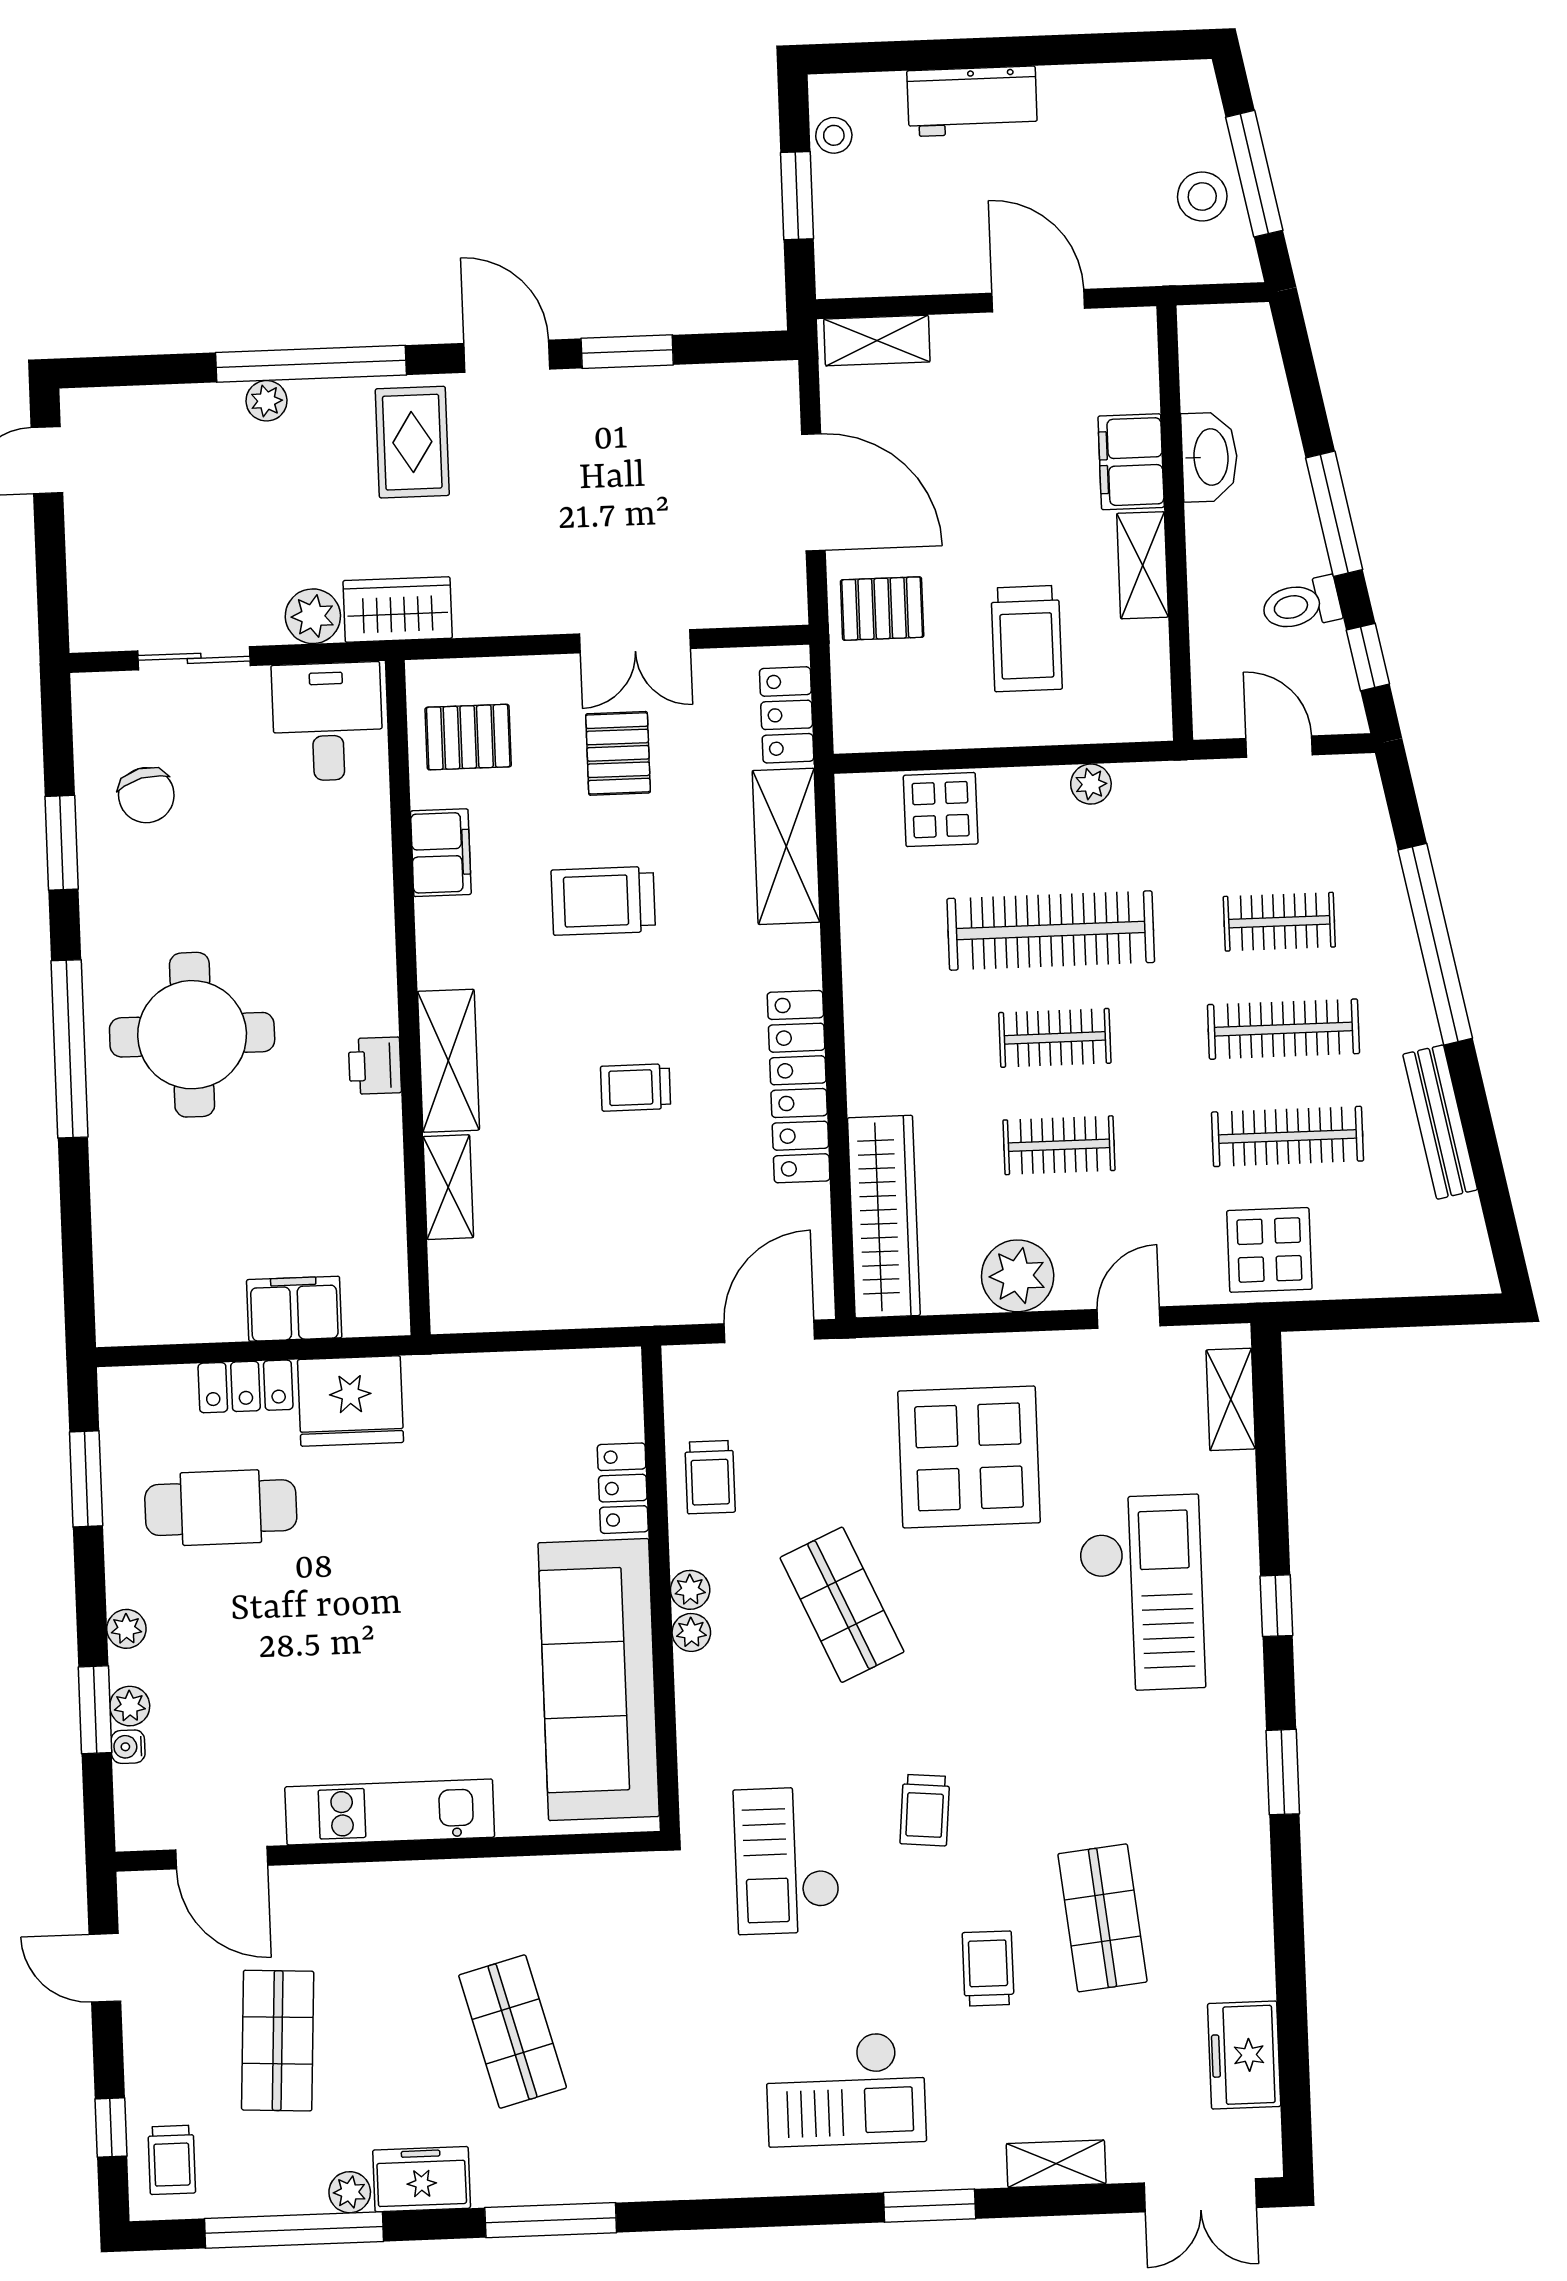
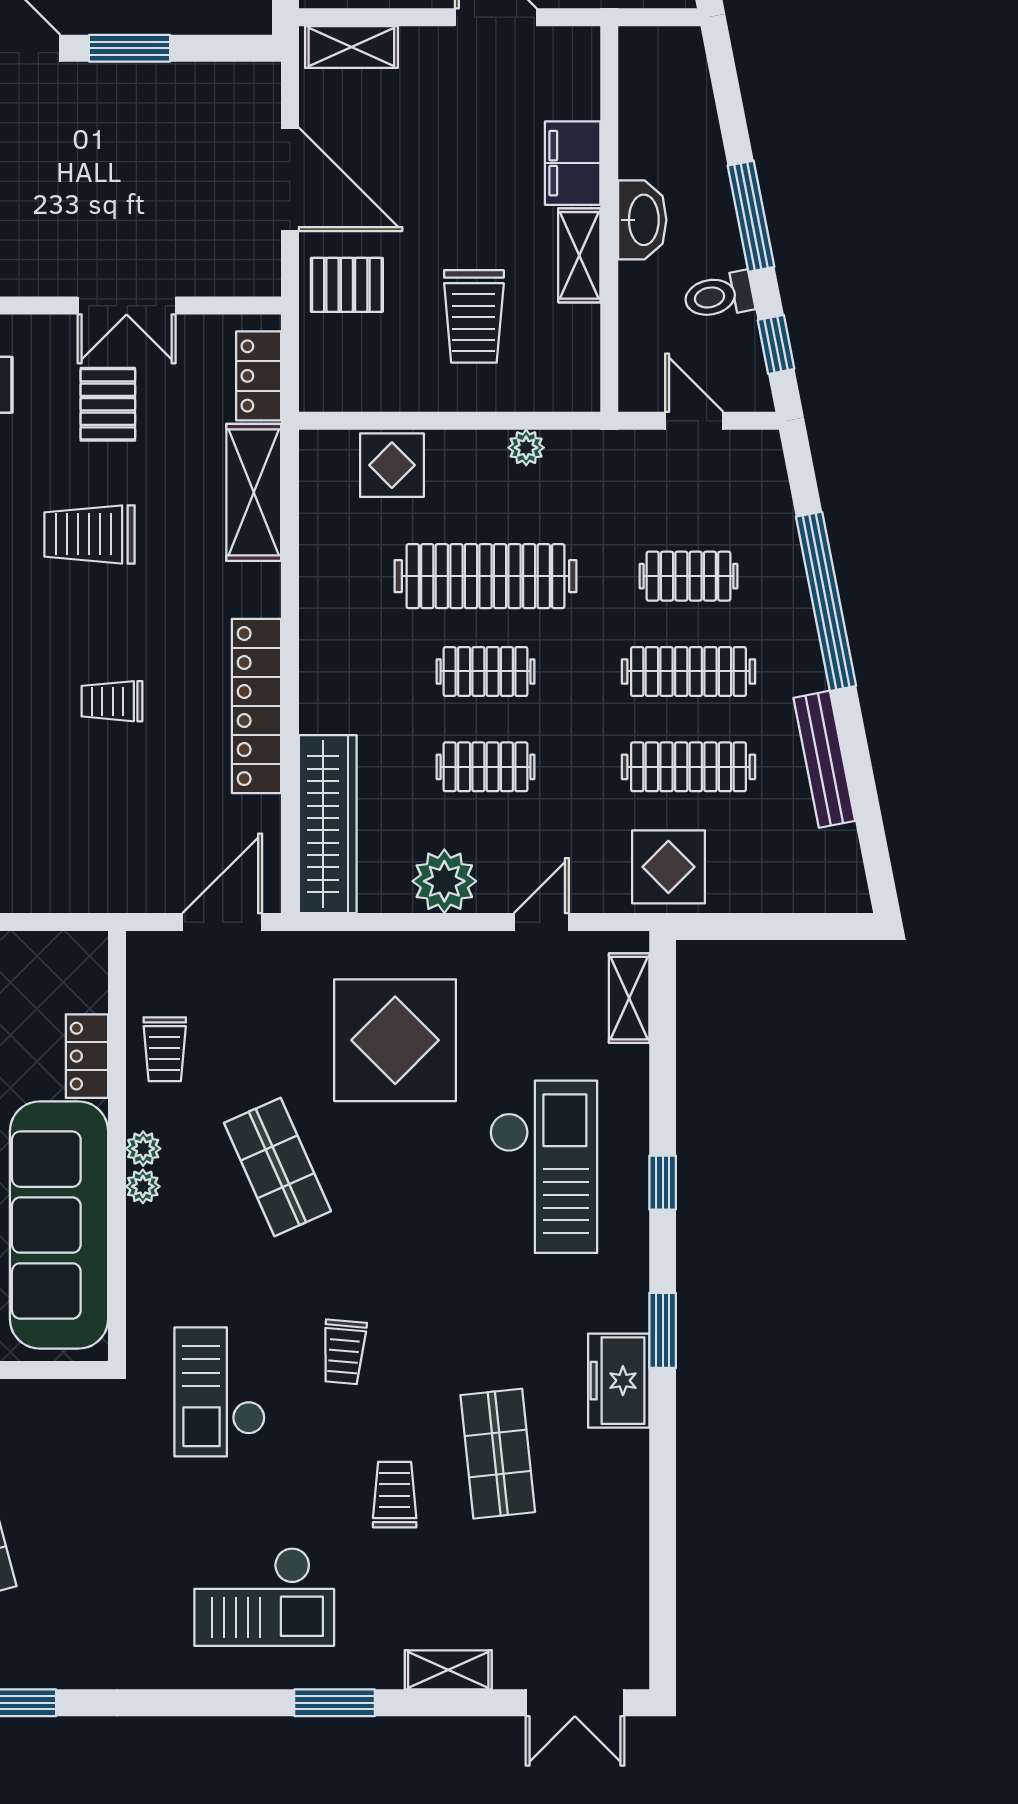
washbasin: (1209, 457) -> (642, 220), moved
freezer: (1244, 2055) -> (619, 1381), moved

